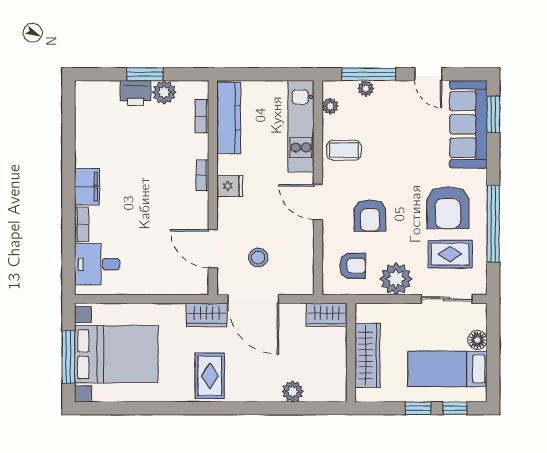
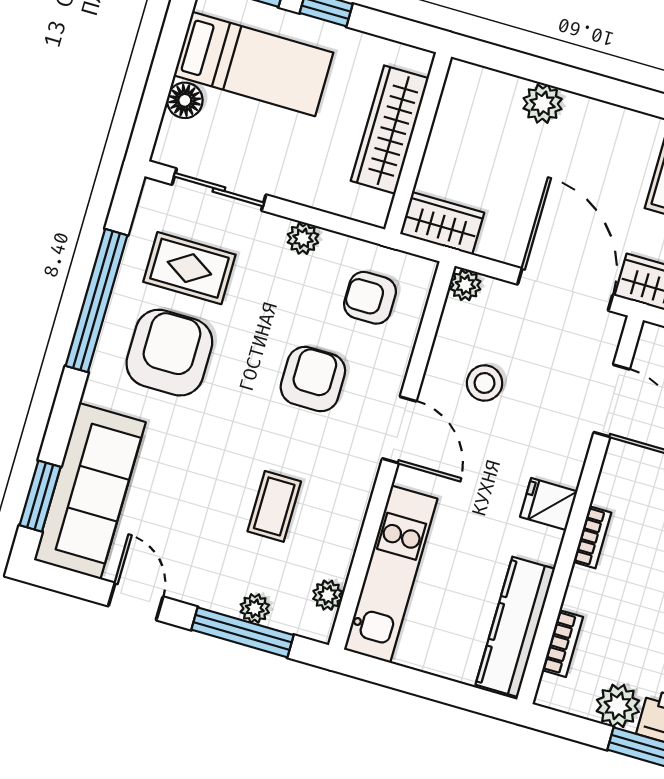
coffee table: (344, 150) -> (274, 506), moved, turned 90
stool: (258, 258) -> (485, 383), moved
plant: (396, 279) -> (303, 238), width x0.53, depth x0.53
plant: (305, 286) -> (465, 285), added

